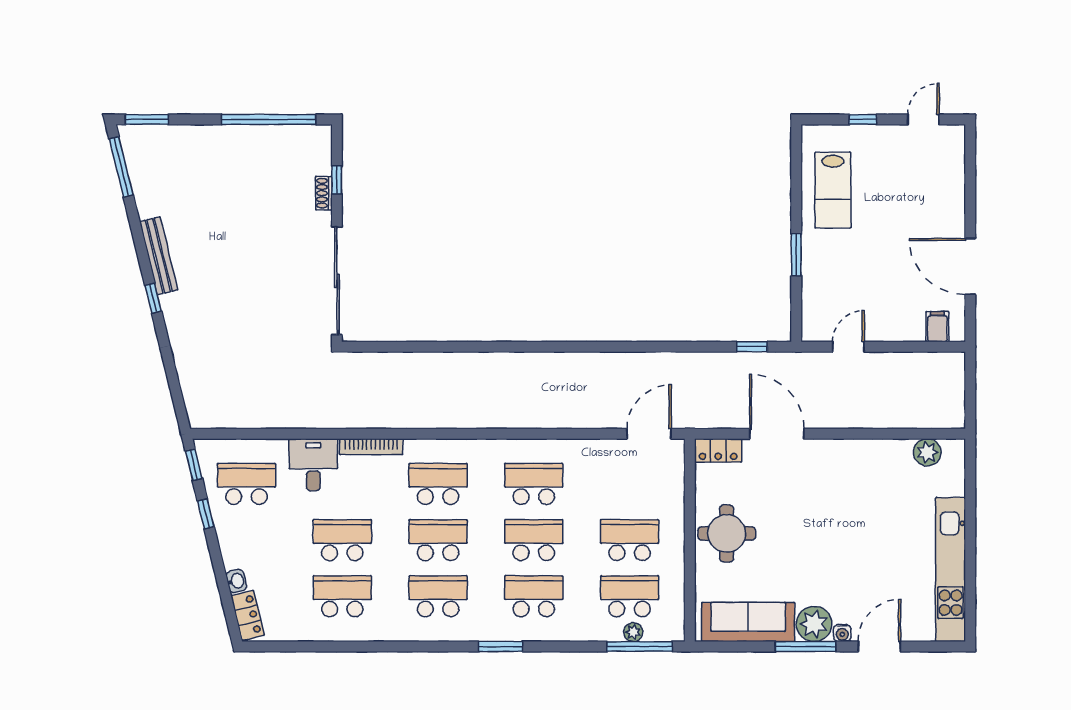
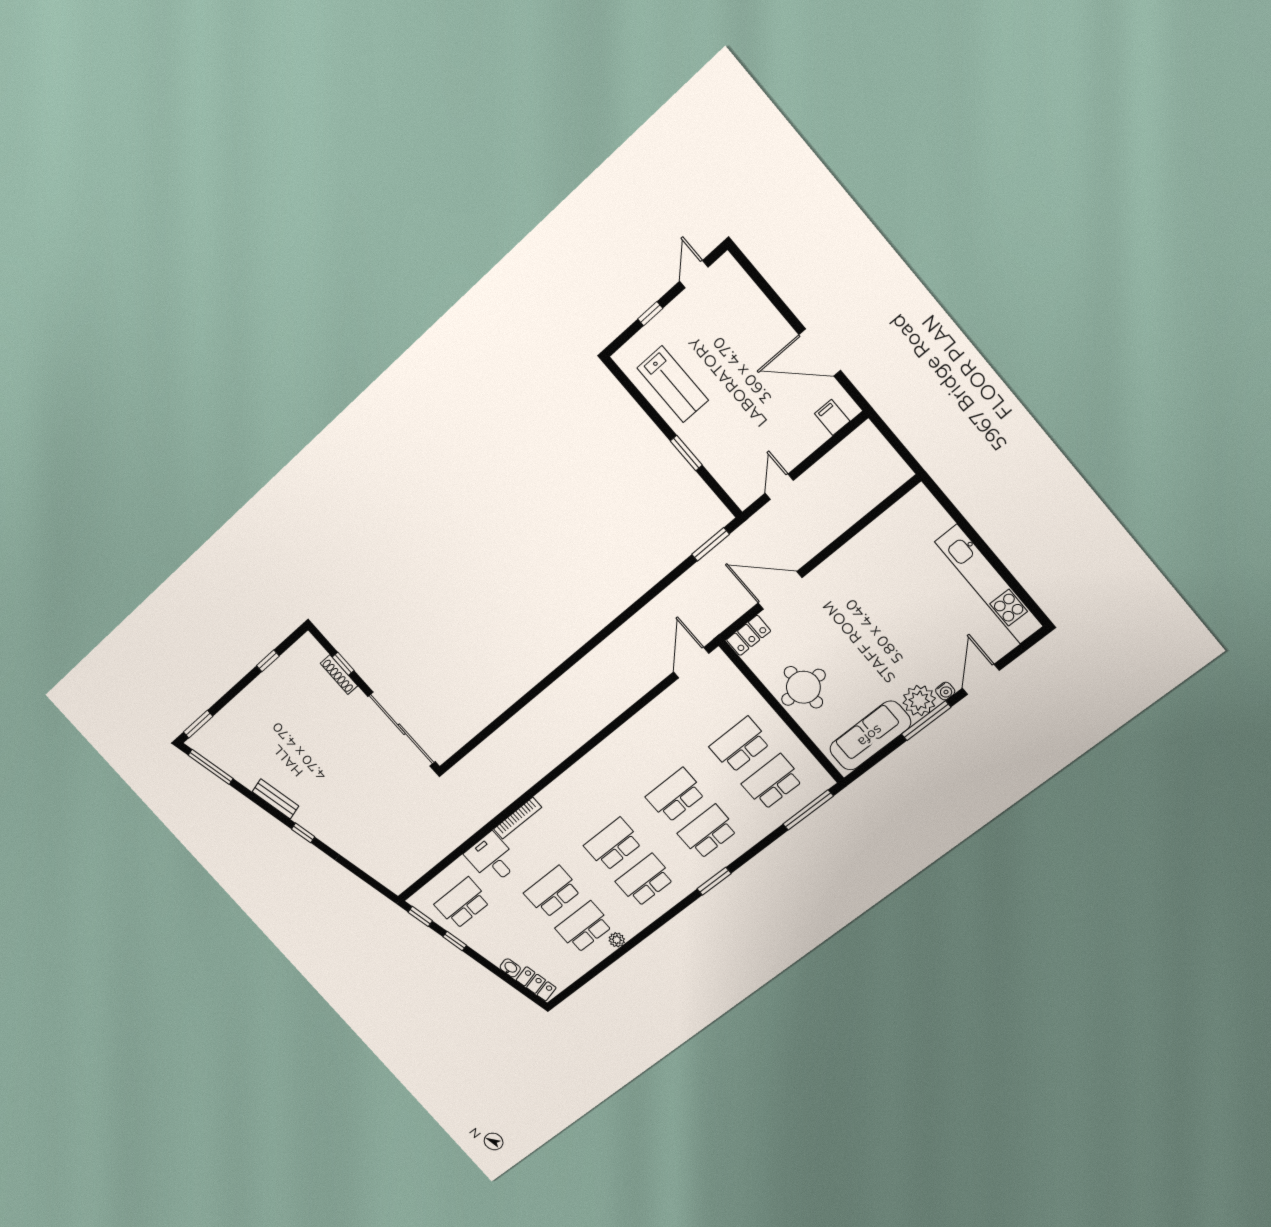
window: (269, 119) -> (268, 661), width x0.32
shoe rack: (324, 193) -> (339, 675), width x1.43
bench: (159, 256) -> (275, 799), width x0.73
window: (752, 347) -> (711, 544), width x1.50
plant: (927, 452) -> (901, 514), removed
school desk: (438, 484) -> (581, 808), removed
school desk: (534, 484) -> (643, 758), removed
plant: (633, 632) -> (617, 940), moved

